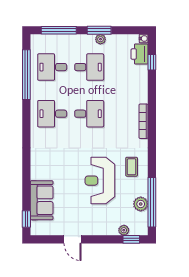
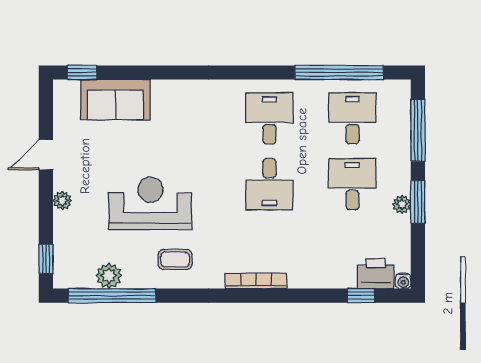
desk: (89, 67) -> (352, 184), turned 180
plant: (124, 230) -> (62, 201), moved

